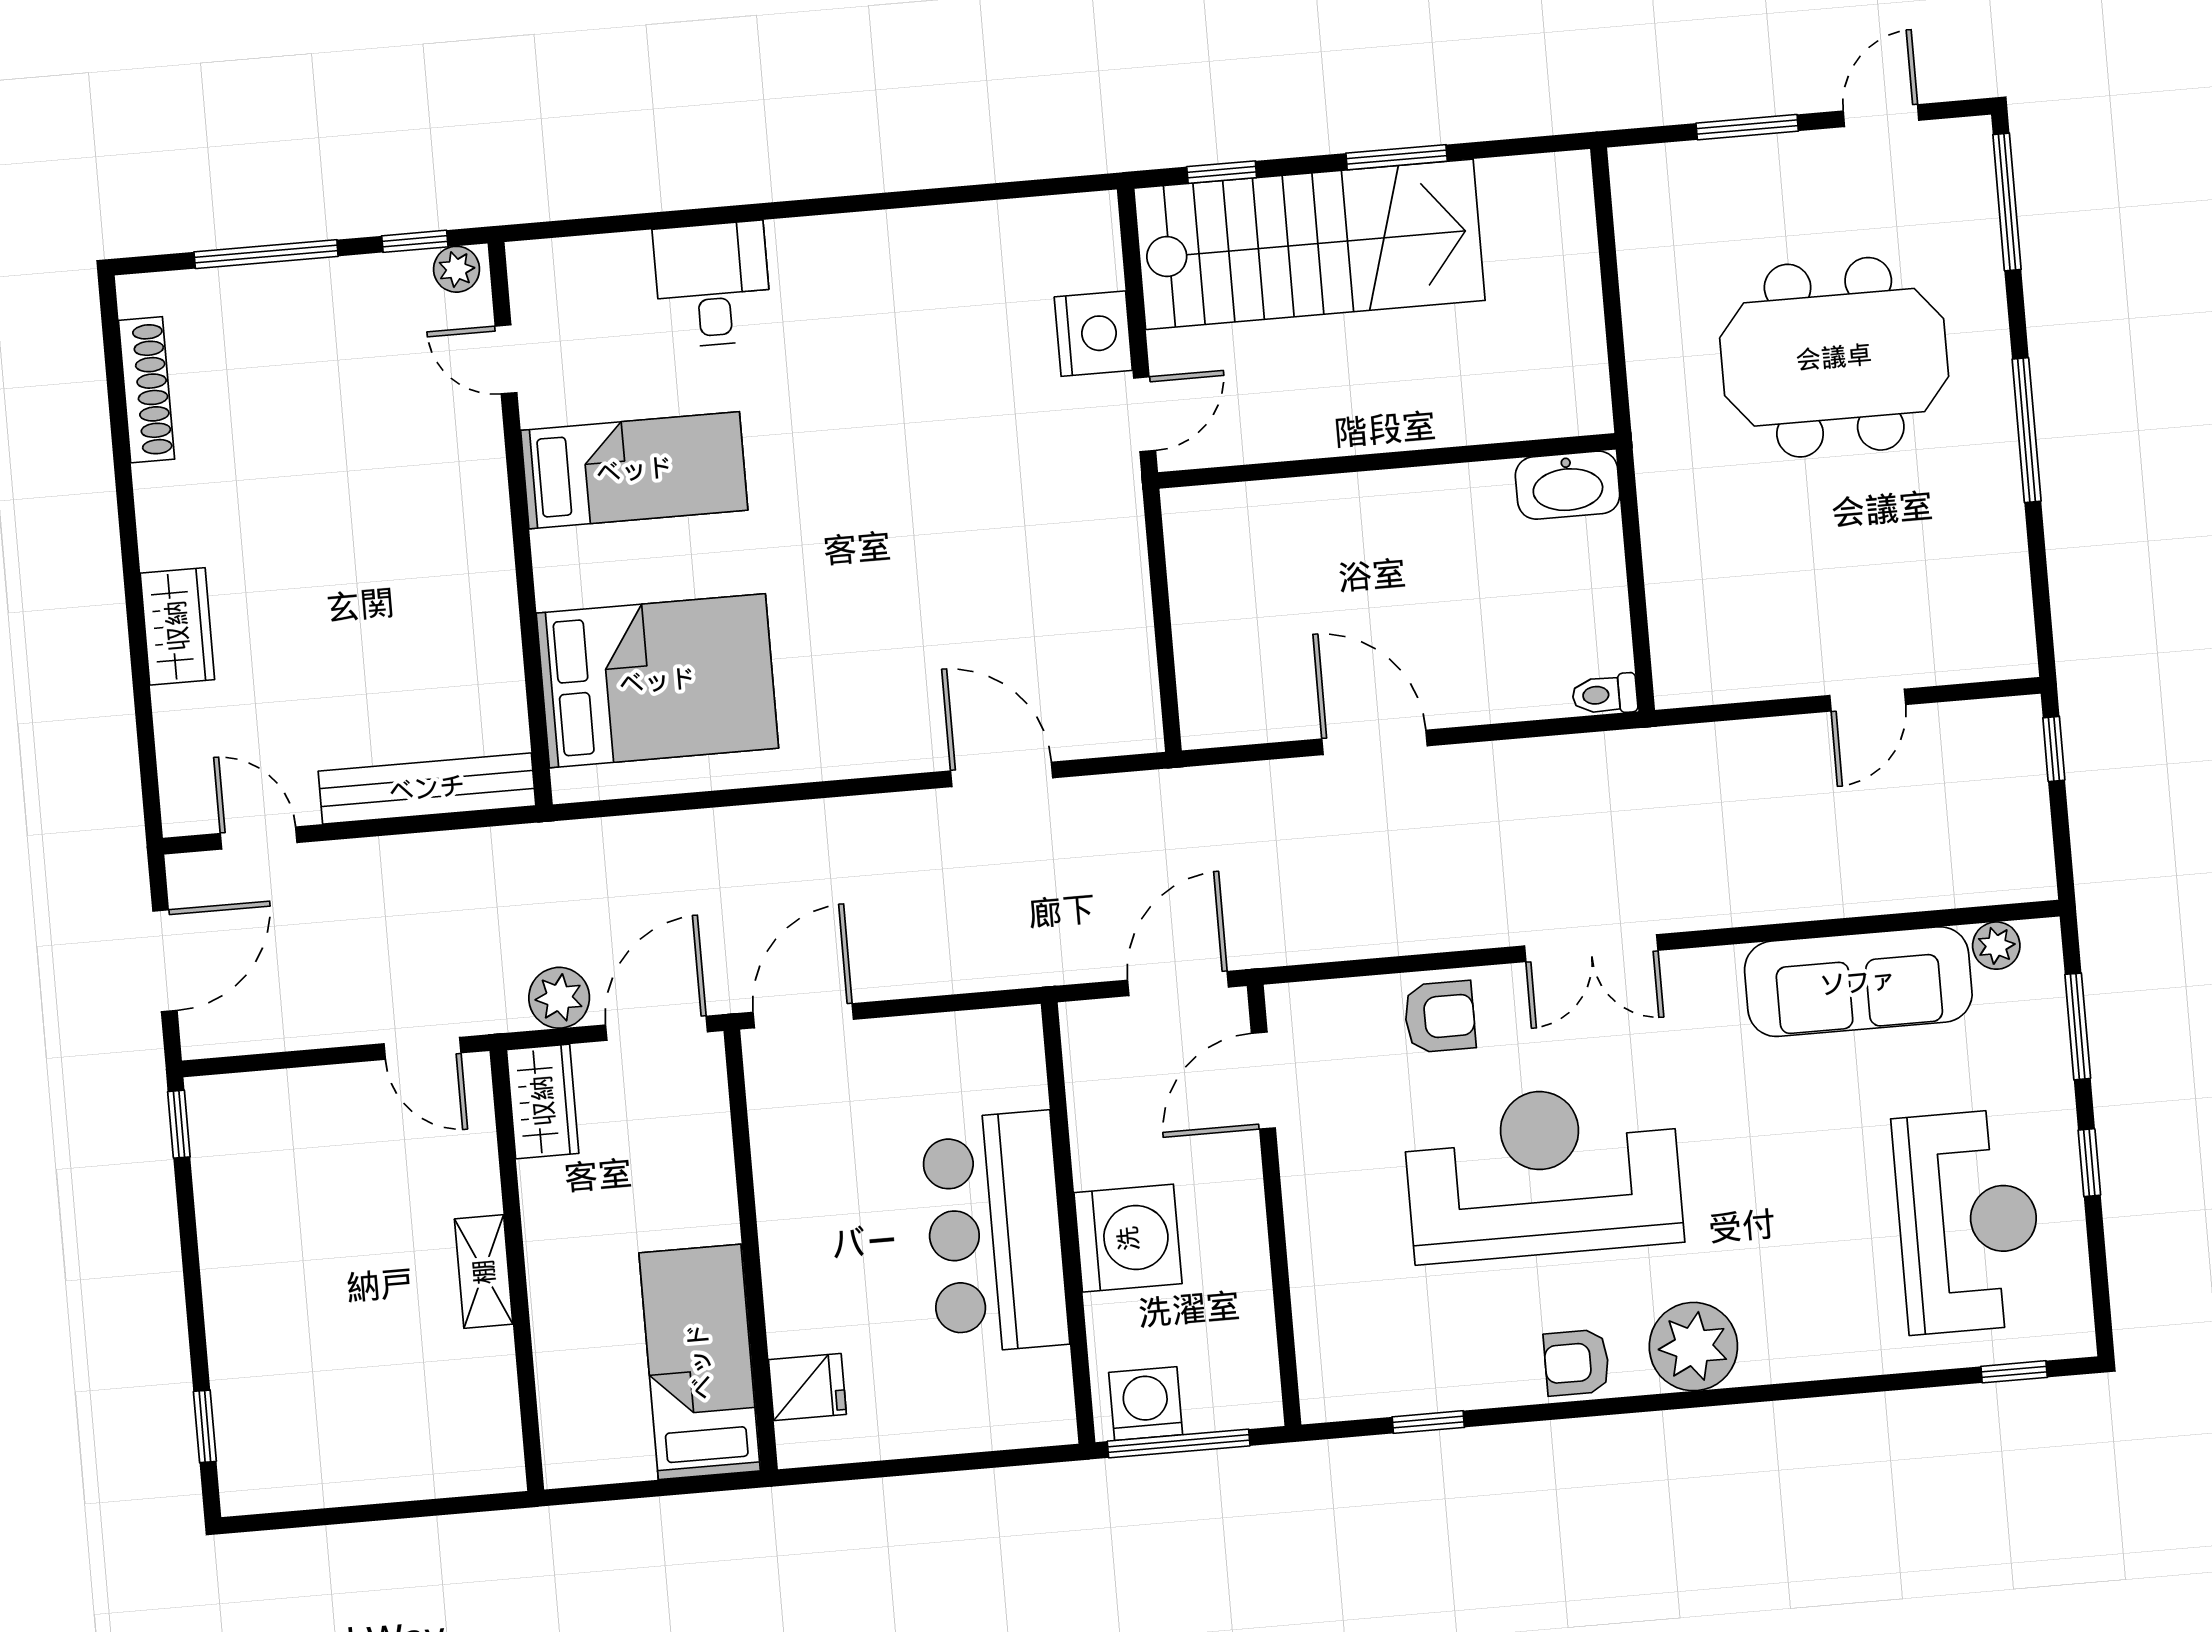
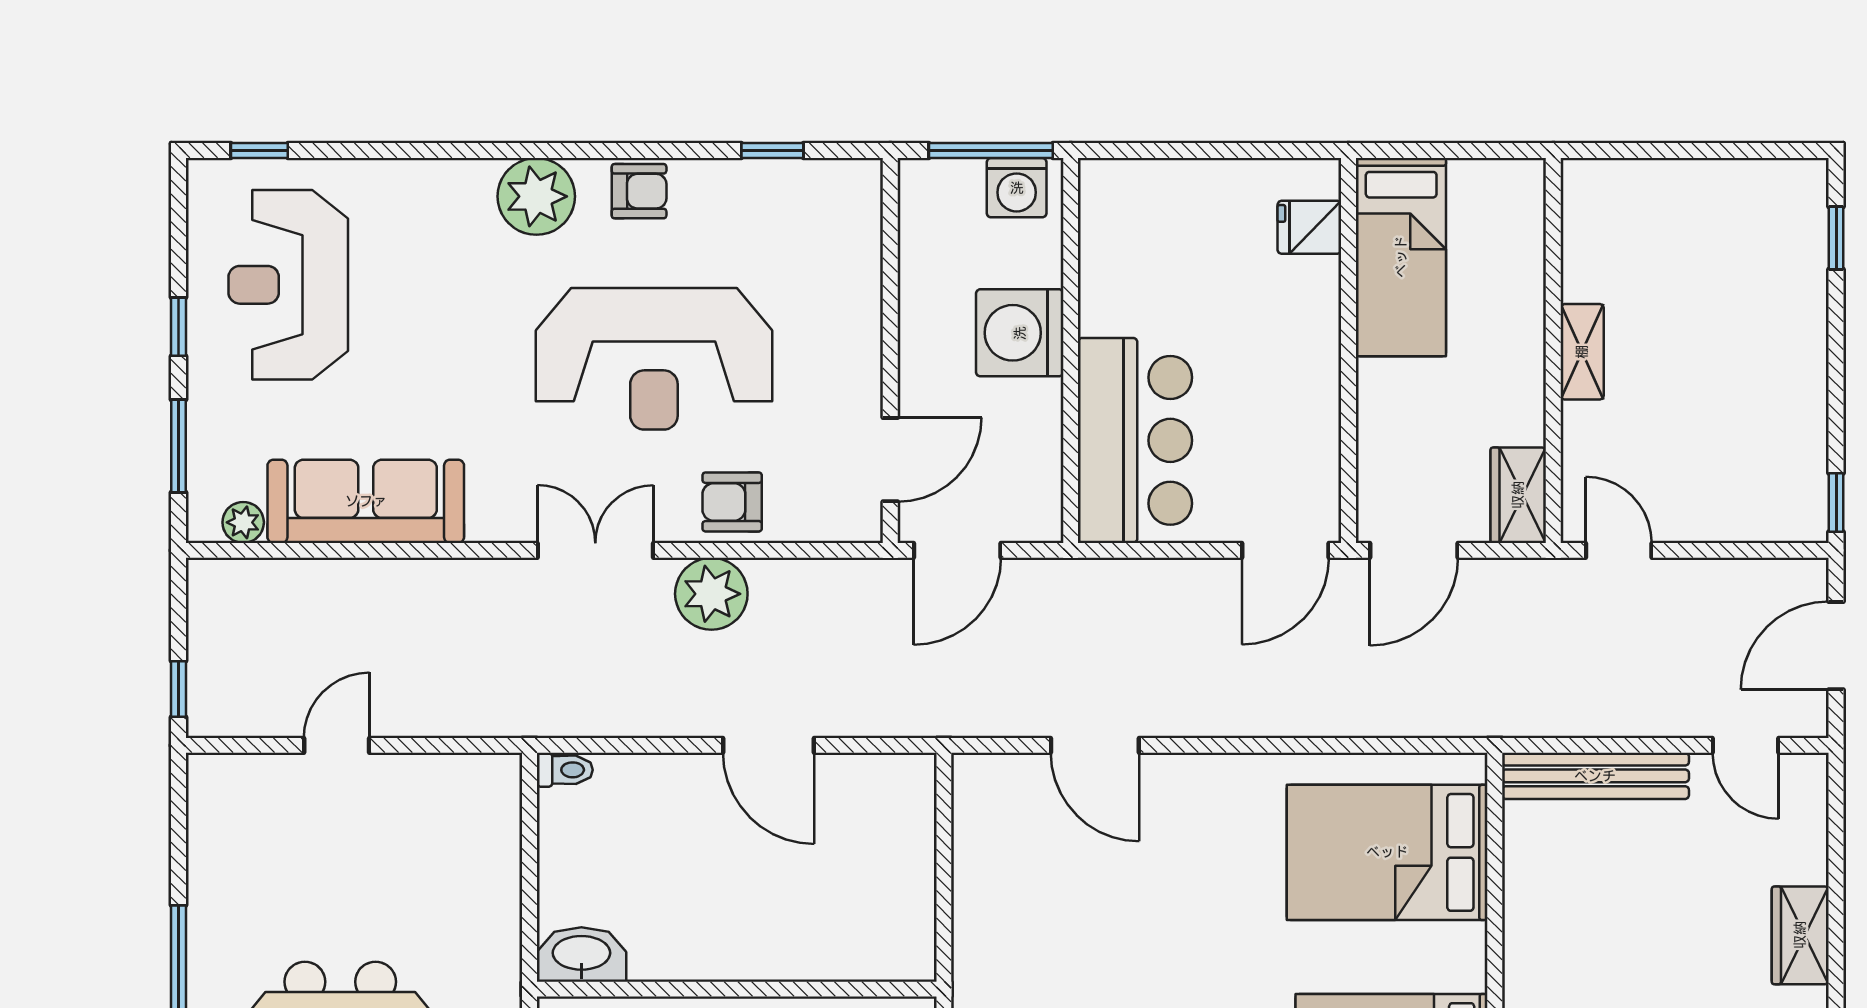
plant: (559, 998) -> (711, 594), moved, width x1.36, depth x1.36
bar counter: (995, 1232) -> (1135, 440), moved

